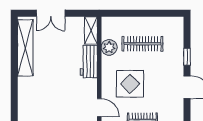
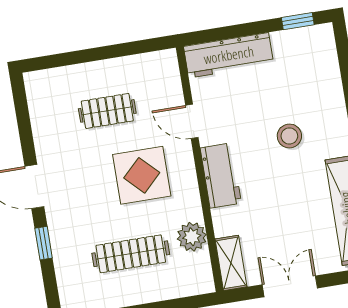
double door: (51, 13) -> (290, 286), moved
workbench: (89, 62) -> (221, 176), moved
stool: (50, 92) -> (289, 136), added

